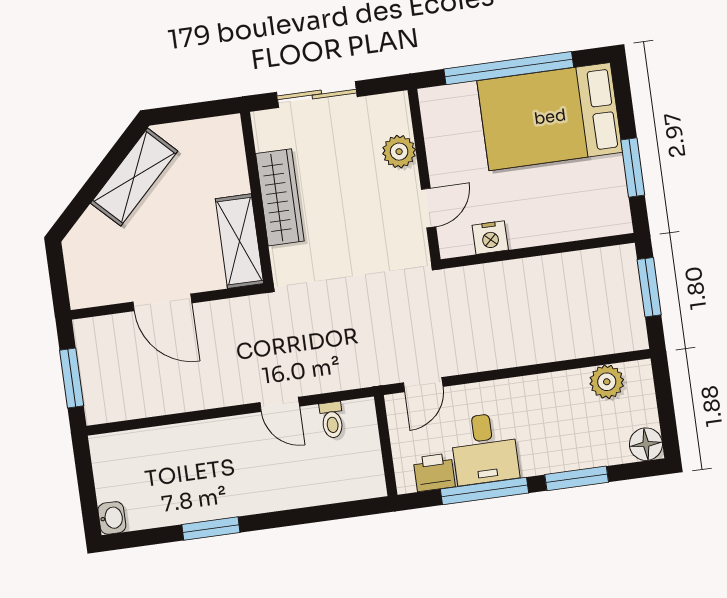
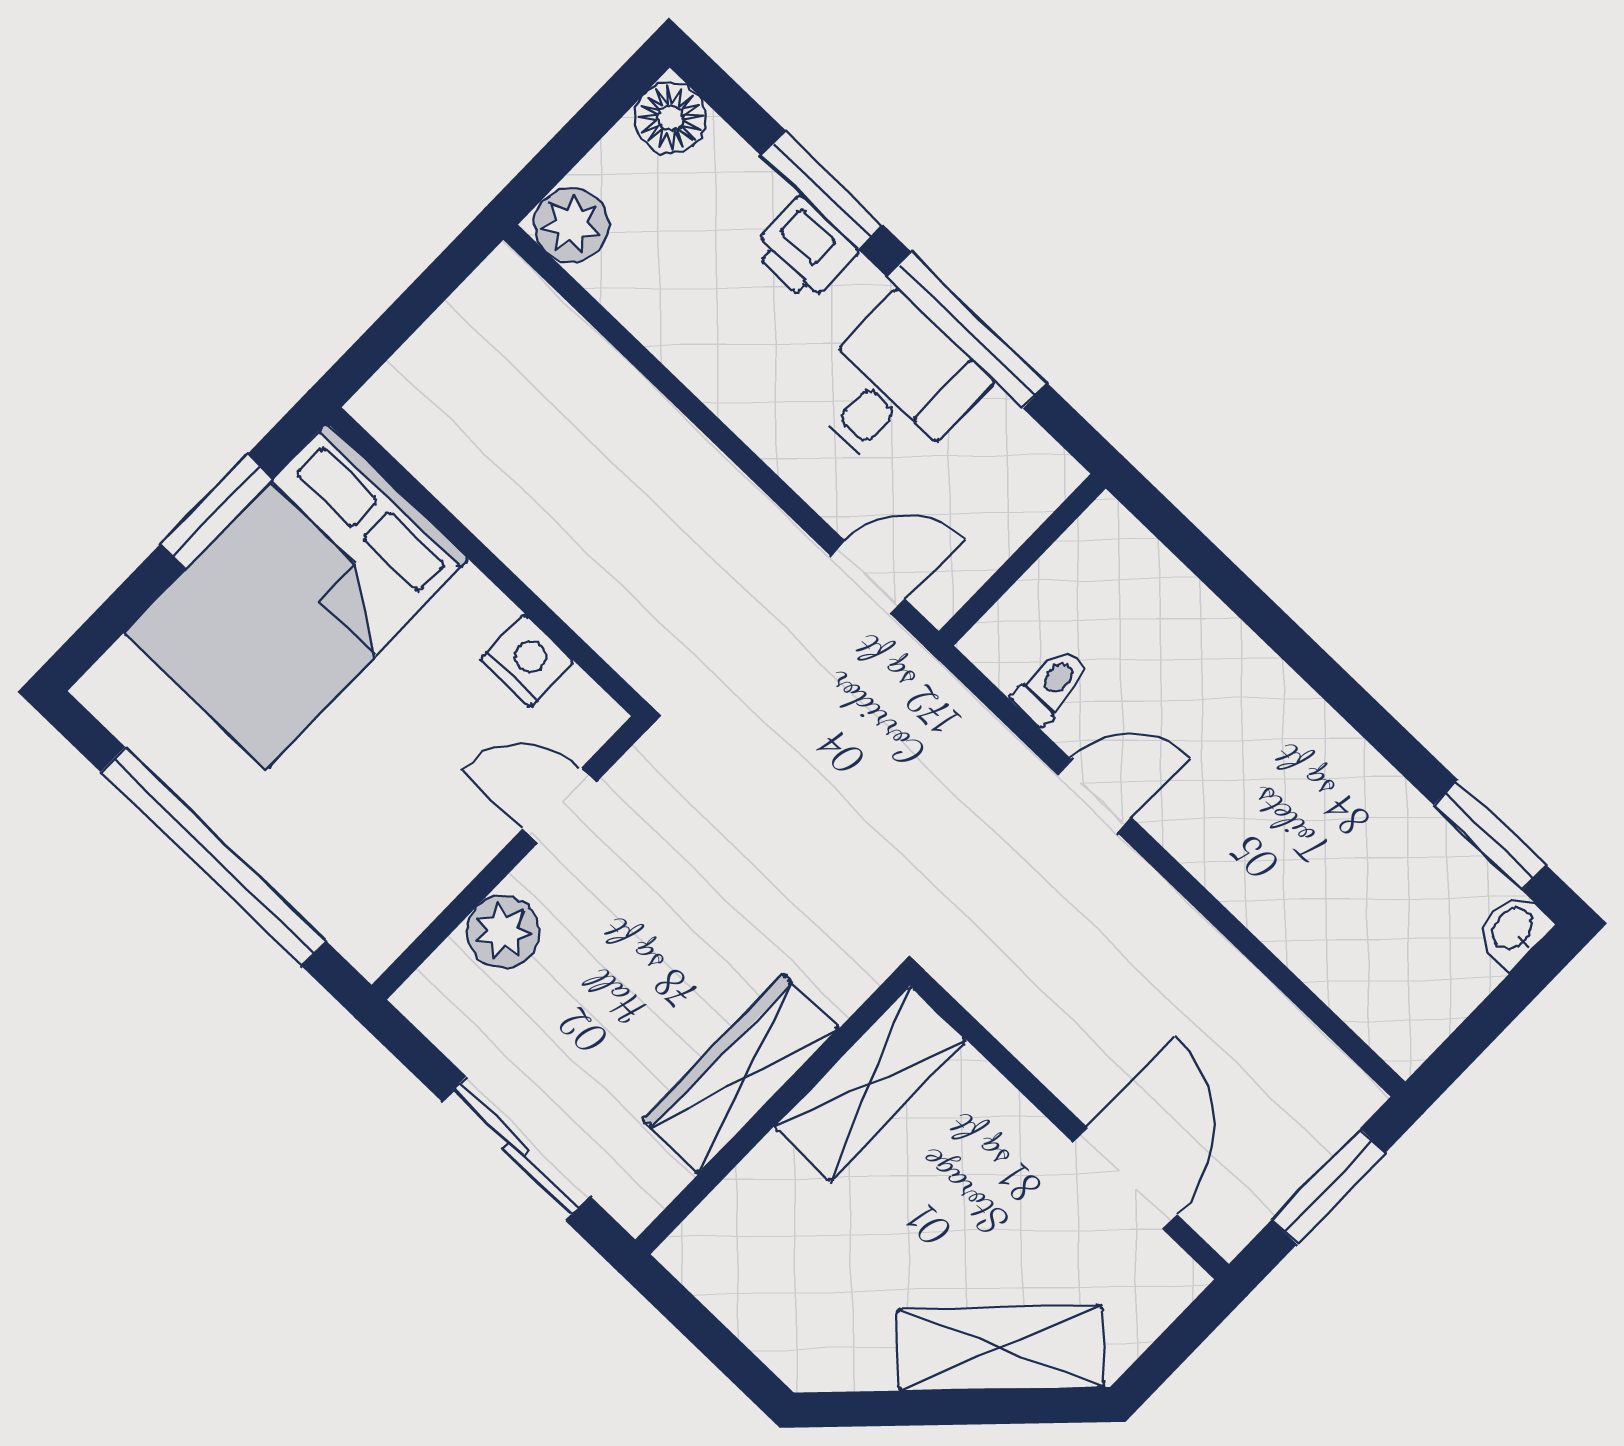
bed: (550, 117) -> (296, 596), moved, turned 90
shelving: (134, 177) -> (1001, 1348), moved
window: (649, 287) -> (398, 323), removed
door: (162, 302) -> (1125, 1178), moved
plant: (607, 382) -> (572, 225), moved
door: (280, 404) -> (1094, 796), hinge flipped
printer: (434, 472) -> (805, 250), moved
window: (211, 528) -> (1490, 835), moved

